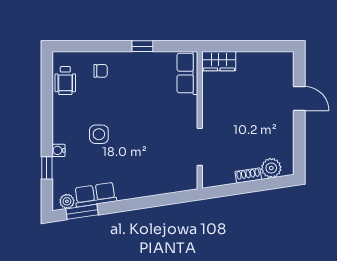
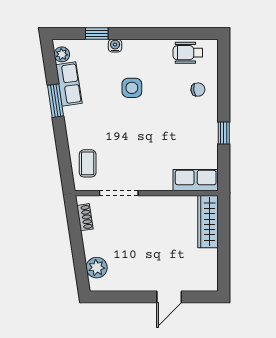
wardrobe: (219, 61) -> (208, 222), width x1.50
chair: (101, 71) -> (198, 90), turned -98
shoe rack: (248, 175) -> (85, 217), moved
coffee table: (171, 177) -> (88, 163), added
window: (82, 212) -> (55, 101), moved

